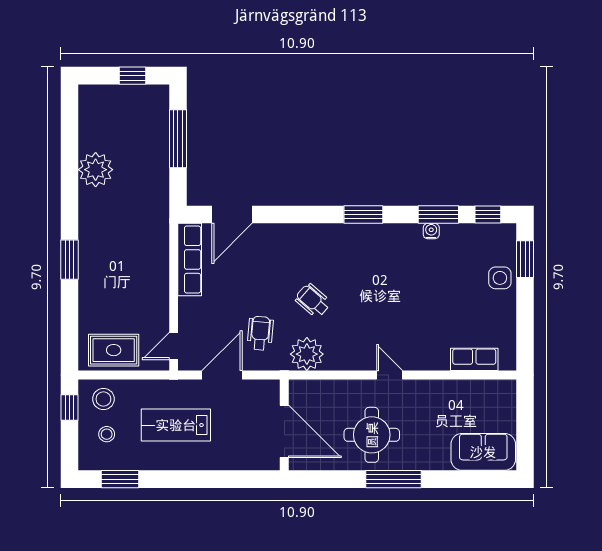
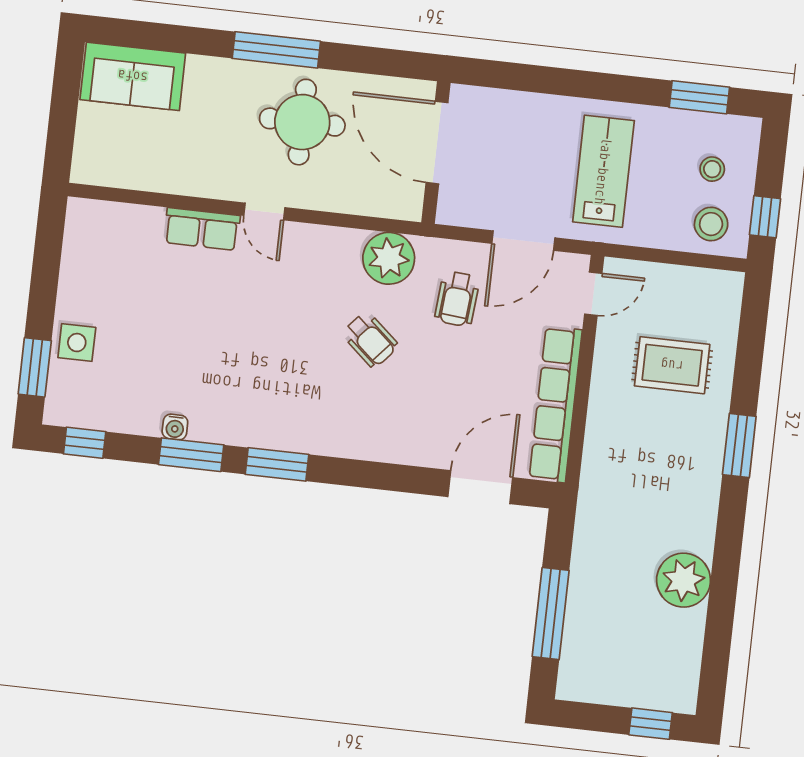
window: (133, 76) -> (651, 724), moved
window: (438, 214) -> (191, 455), moved
row of seats: (190, 259) -> (556, 404), width x1.36
rug: (114, 350) -> (672, 365), moved
row of seats: (474, 359) -> (202, 229), moved
lab bench: (176, 425) -> (603, 171), turned -90

